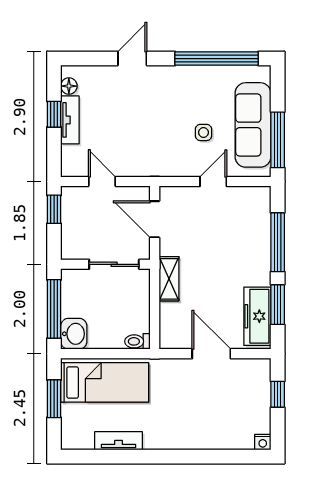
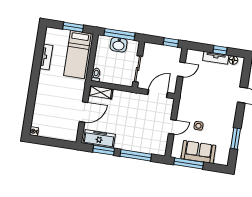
window: (217, 59) -> (236, 138), width x0.47
sofa: (253, 125) -> (198, 152), width x0.73
door: (213, 182) -> (172, 127), hinge flipped
shelving: (169, 279) -> (101, 92), moved
washbasin: (74, 334) -> (119, 45), moved
window: (278, 394) -> (57, 143), removed

